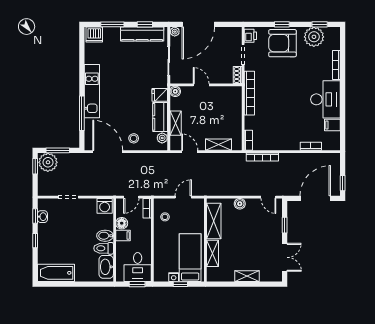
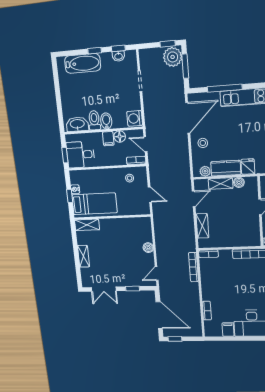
boiler: (175, 91) -> (239, 182), moved
shelving: (214, 221) -> (130, 224), removed
shelving: (213, 253) -> (87, 225), moved
bathtub: (56, 273) -> (83, 63), moved, turned 90

